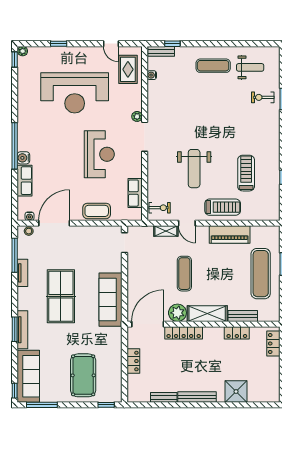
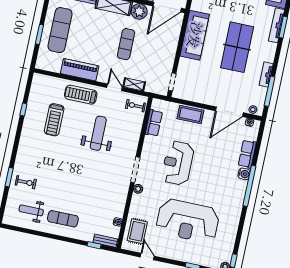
reception desk: (75, 93) -> (188, 221), turned 180

